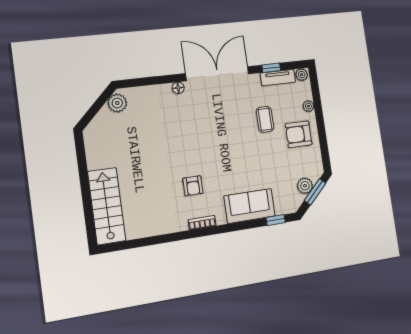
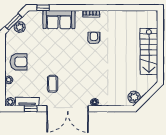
coffee table: (265, 119) -> (52, 84), moved
stairs: (107, 206) -> (149, 51), moved

